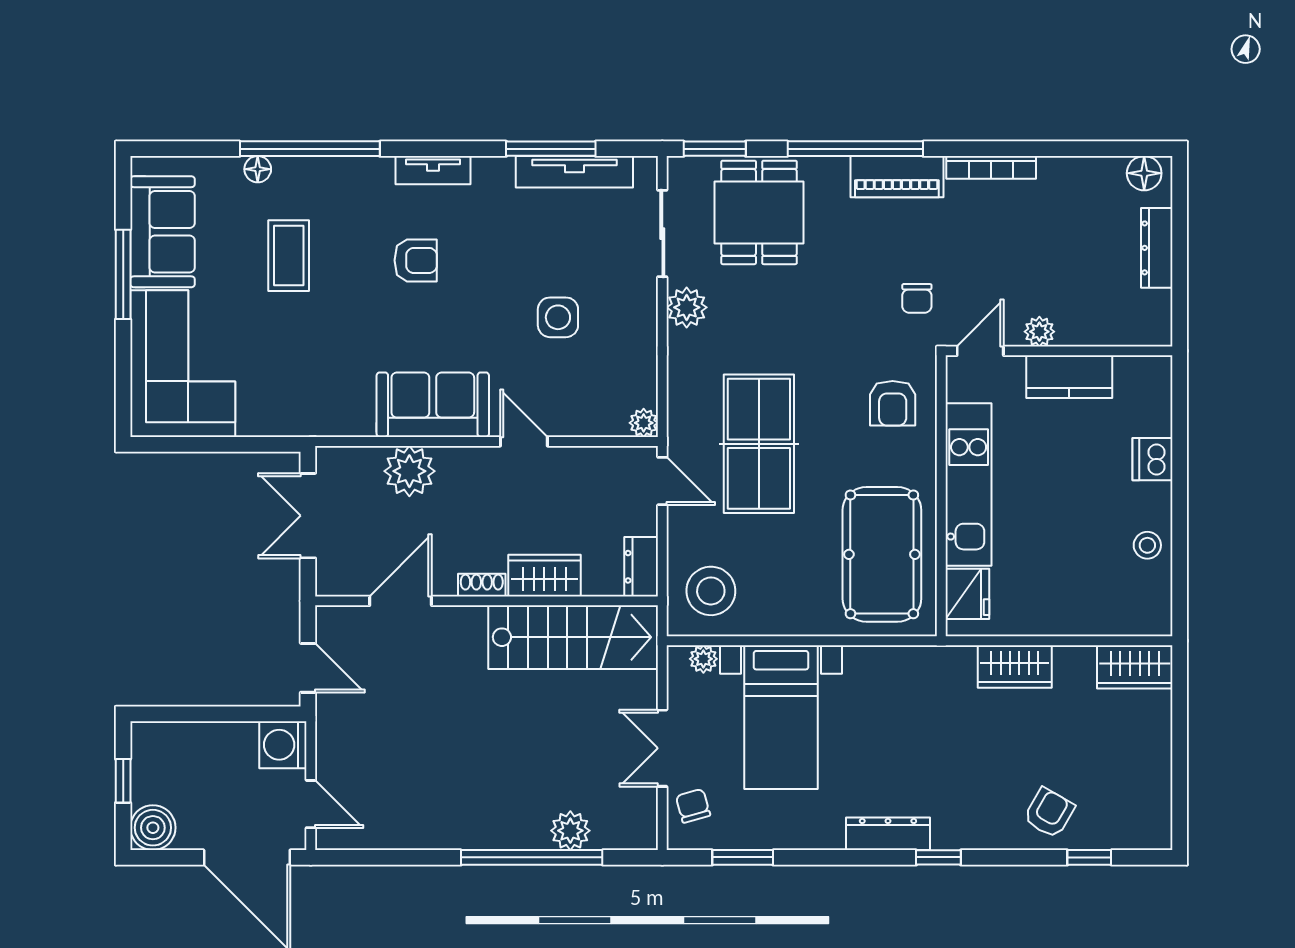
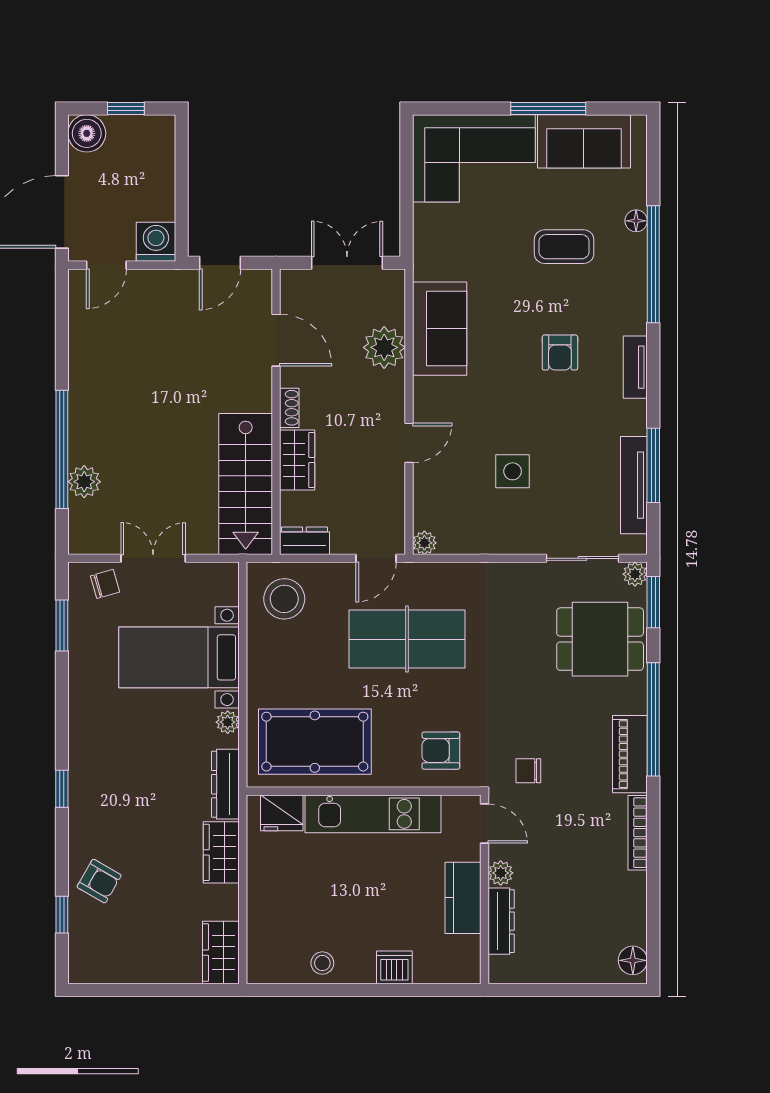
dresser: (1157, 248) -> (501, 921), moved, turned 90
plant: (687, 307) -> (635, 574), moved, width x0.73, depth x0.73
sofa: (433, 405) -> (440, 329), moved
plant: (703, 659) -> (228, 722), moved
dresser: (888, 834) -> (225, 784), moved, turned 180

